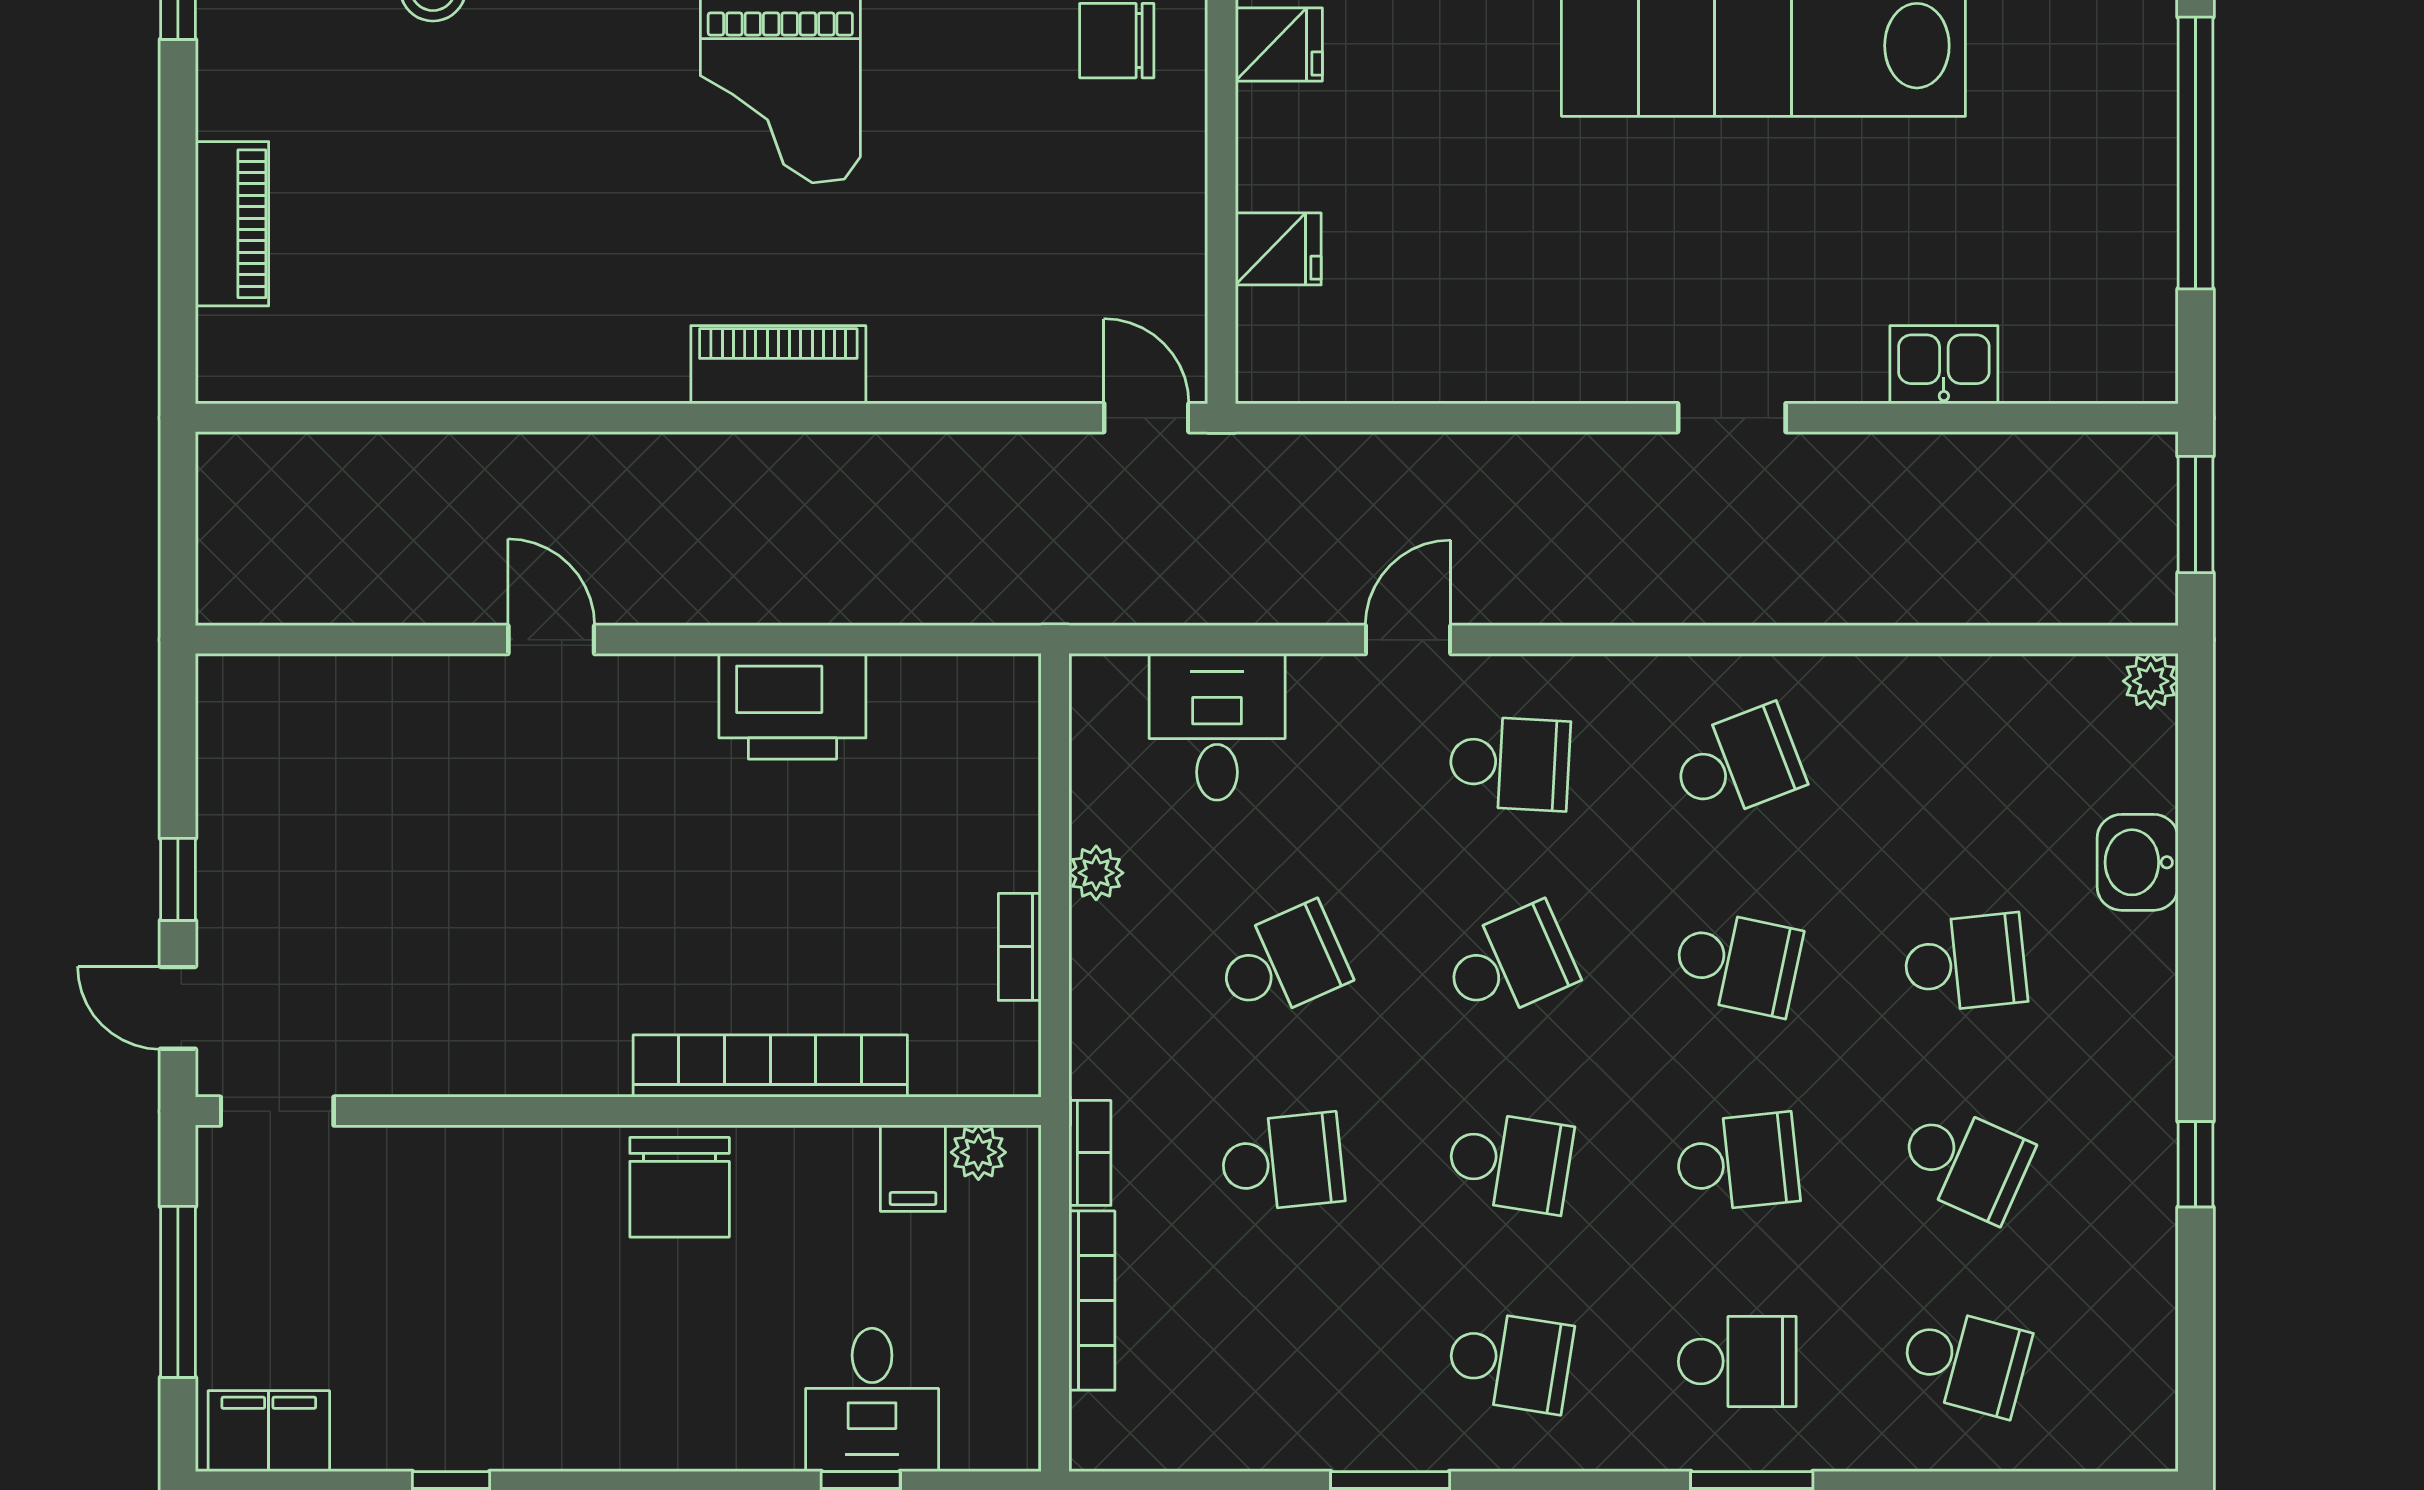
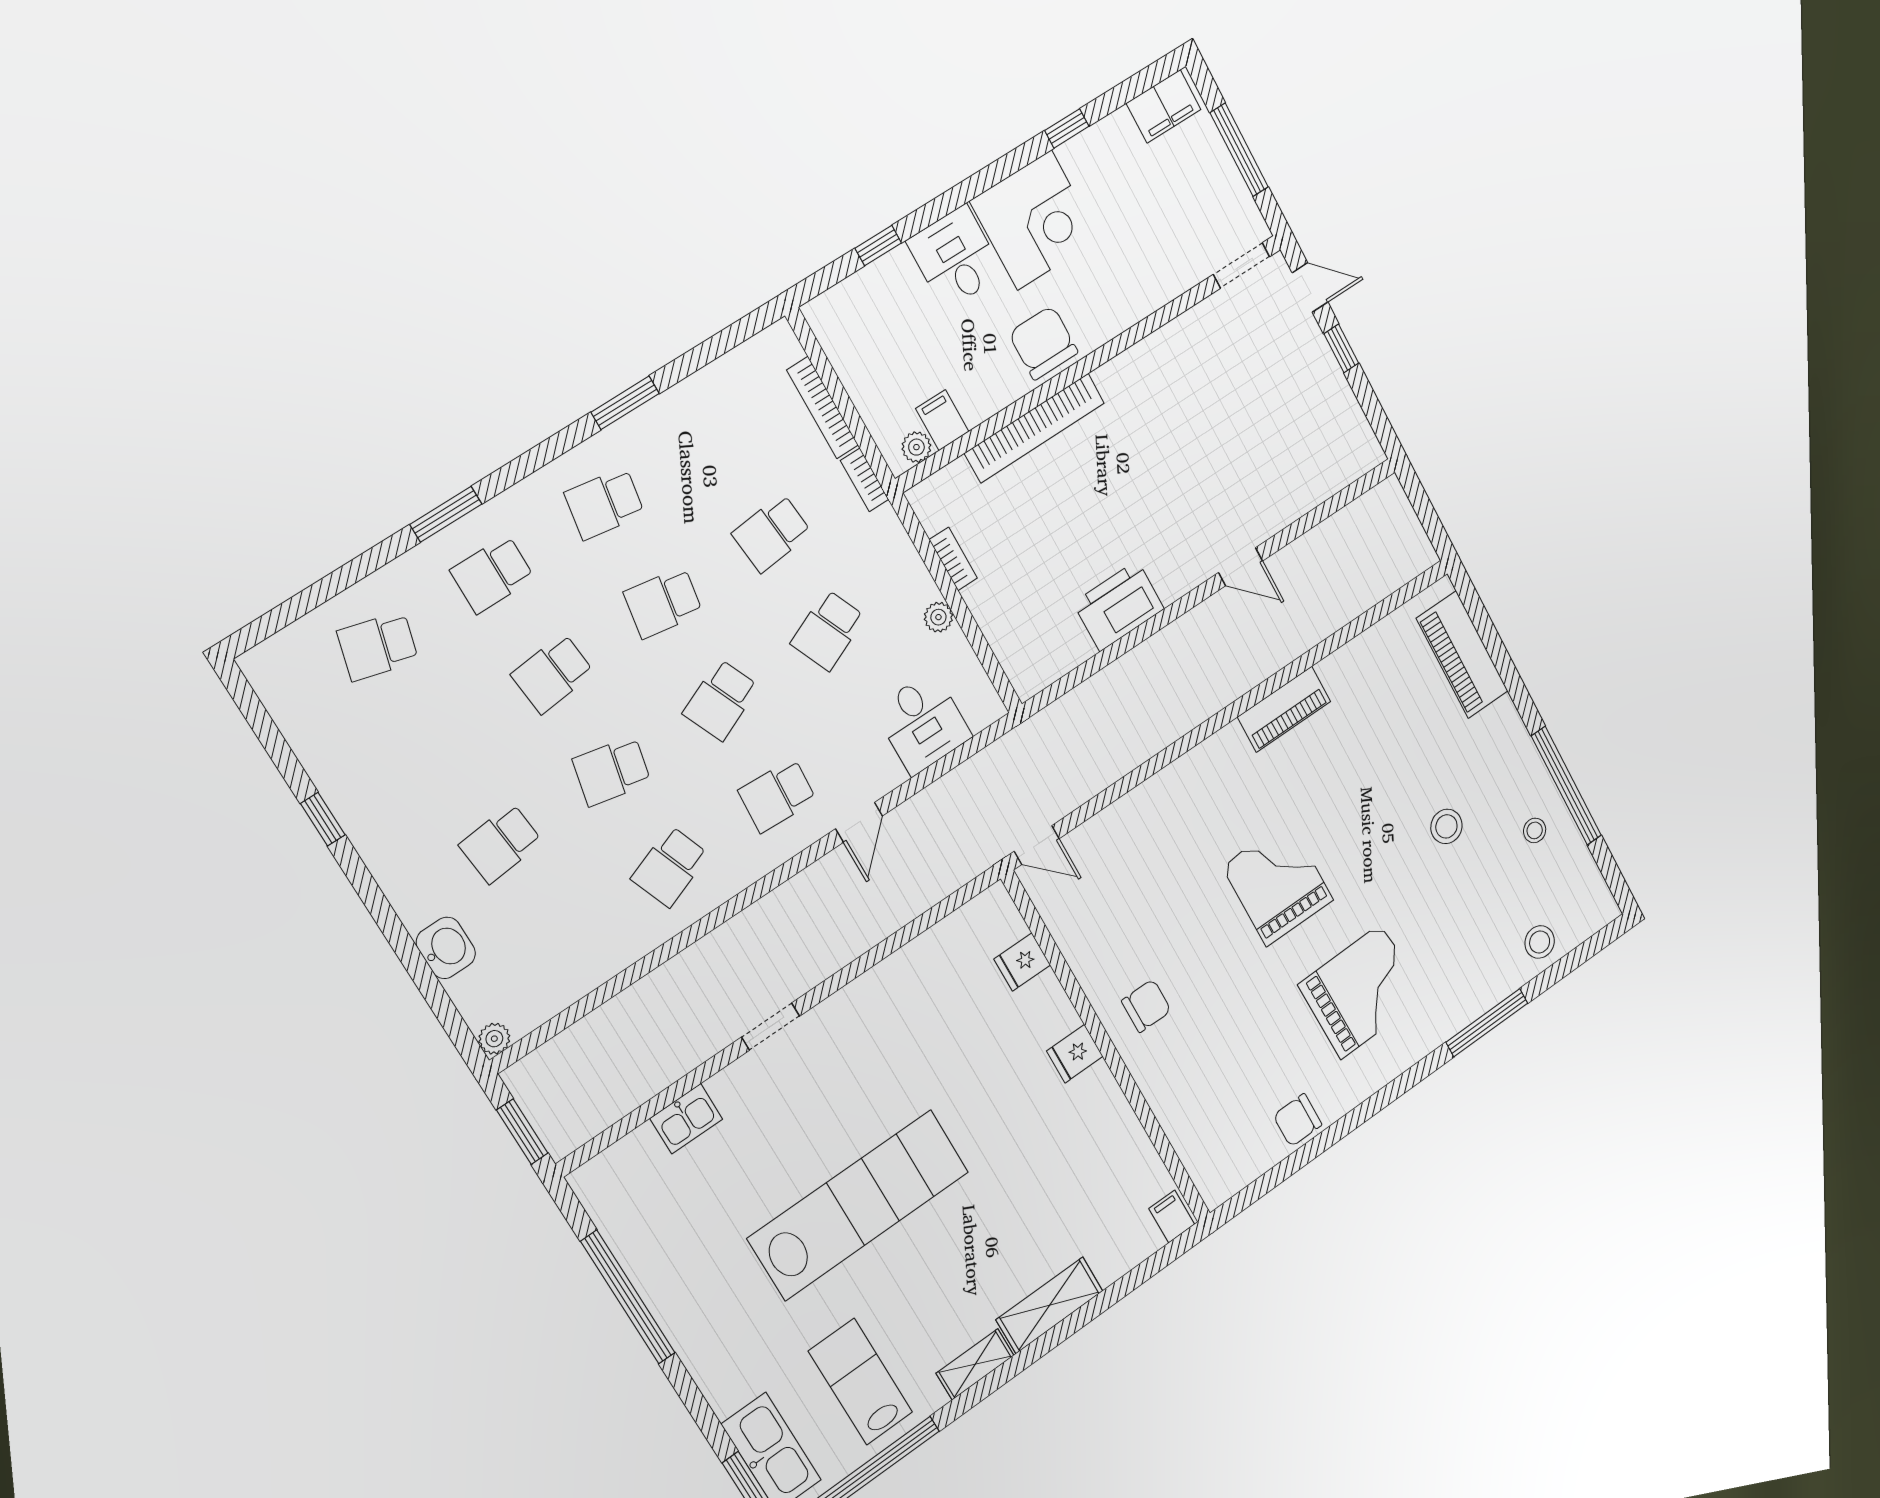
piano: (232, 224) -> (1462, 655), width x1.37, depth x1.33
piano: (778, 365) -> (1284, 709), moved
school desk: (1965, 1162) -> (440, 746), removed
corner desk: (585, 1381) -> (1034, 220), added
desk: (872, 1400) -> (955, 257), moved

